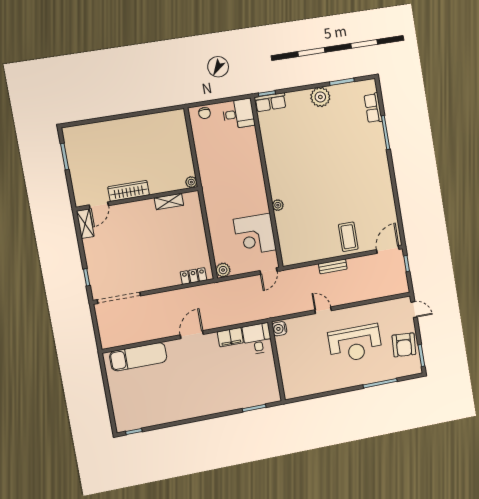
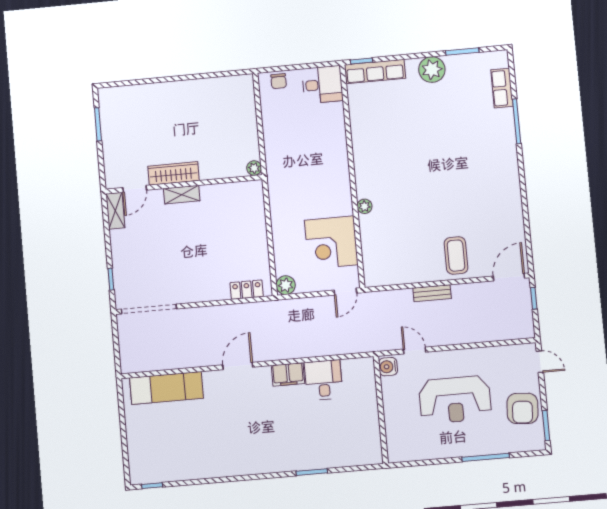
row of seats: (270, 102) -> (375, 71), width x1.48
shelving: (169, 202) -> (182, 195), moved
water cooler: (279, 329) -> (388, 367), moved
wall: (277, 361) -> (381, 410), moved

